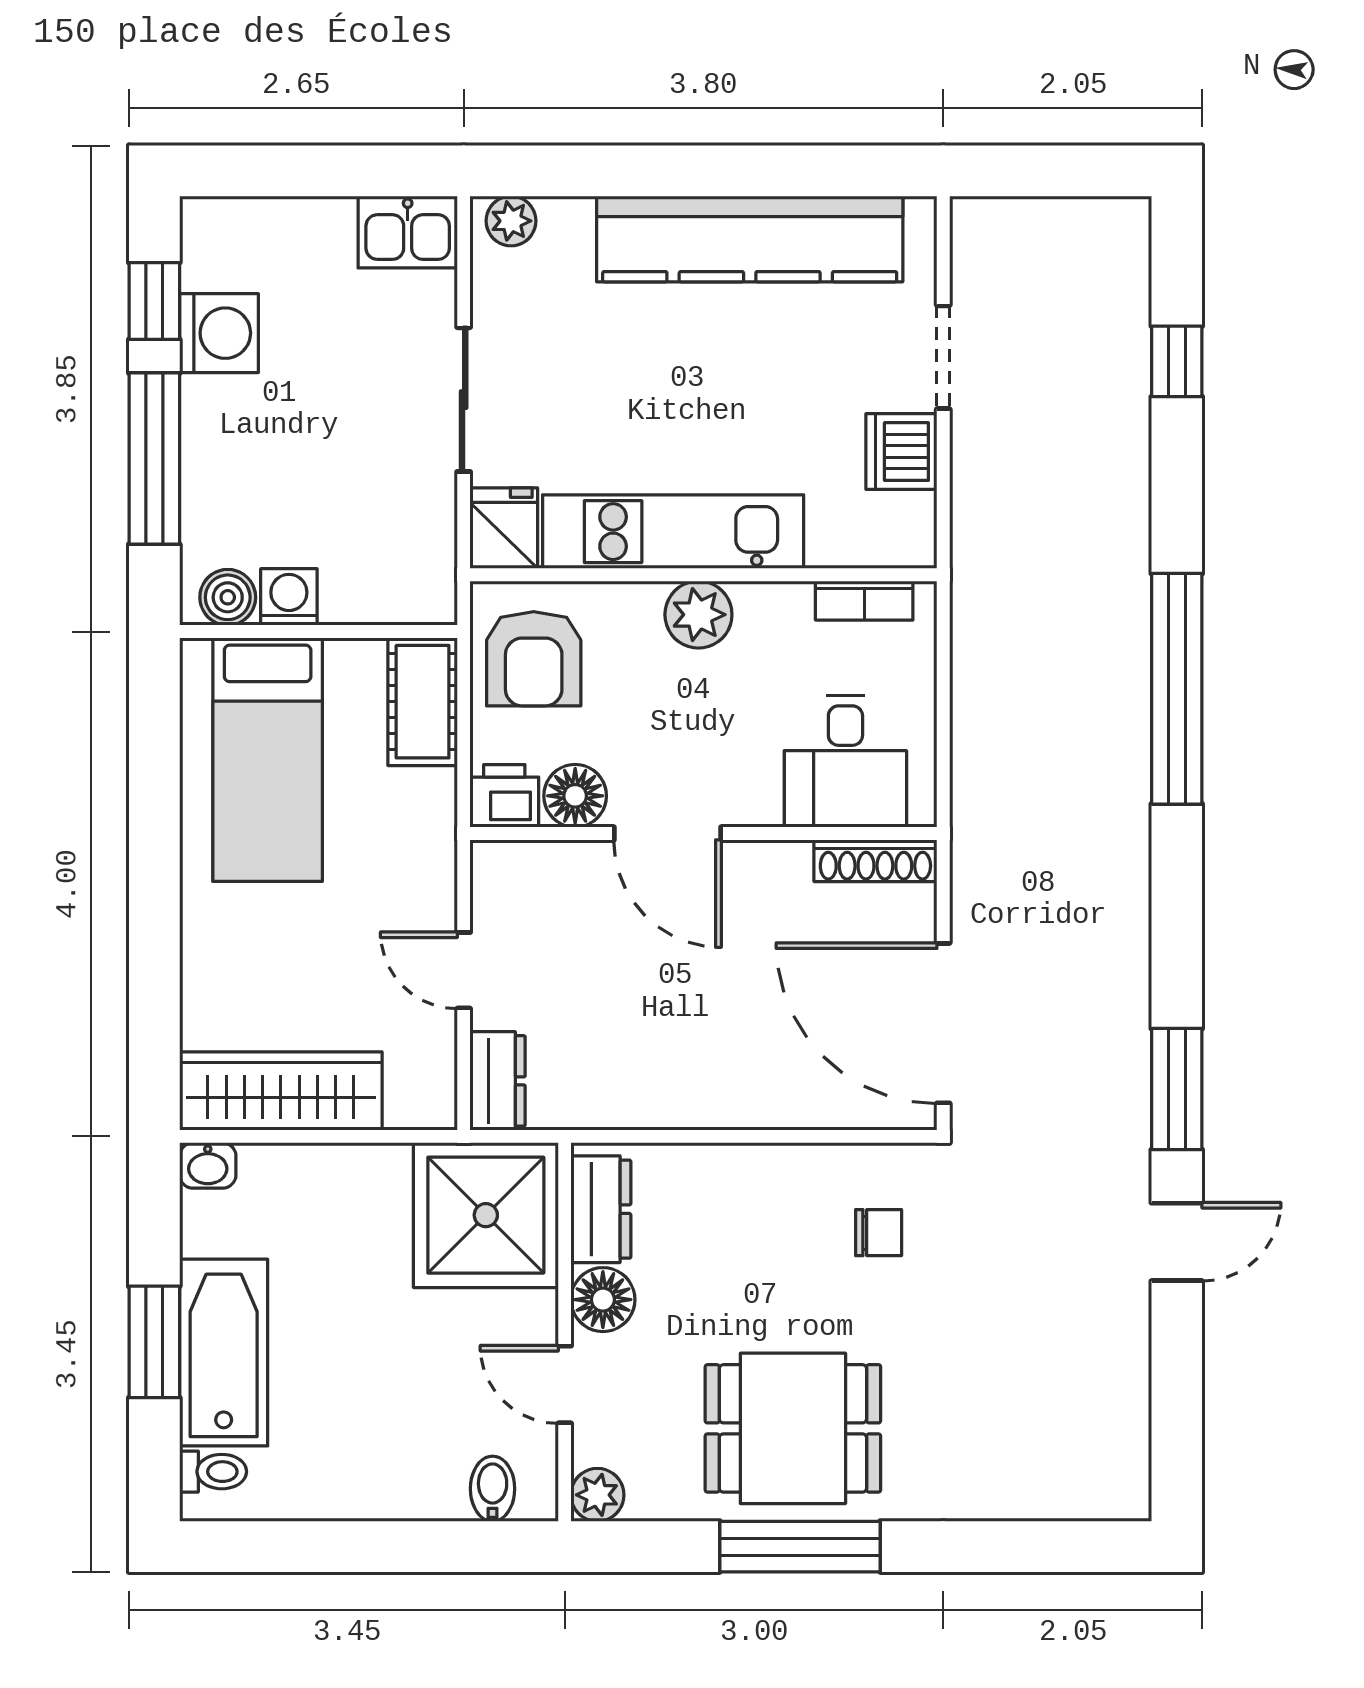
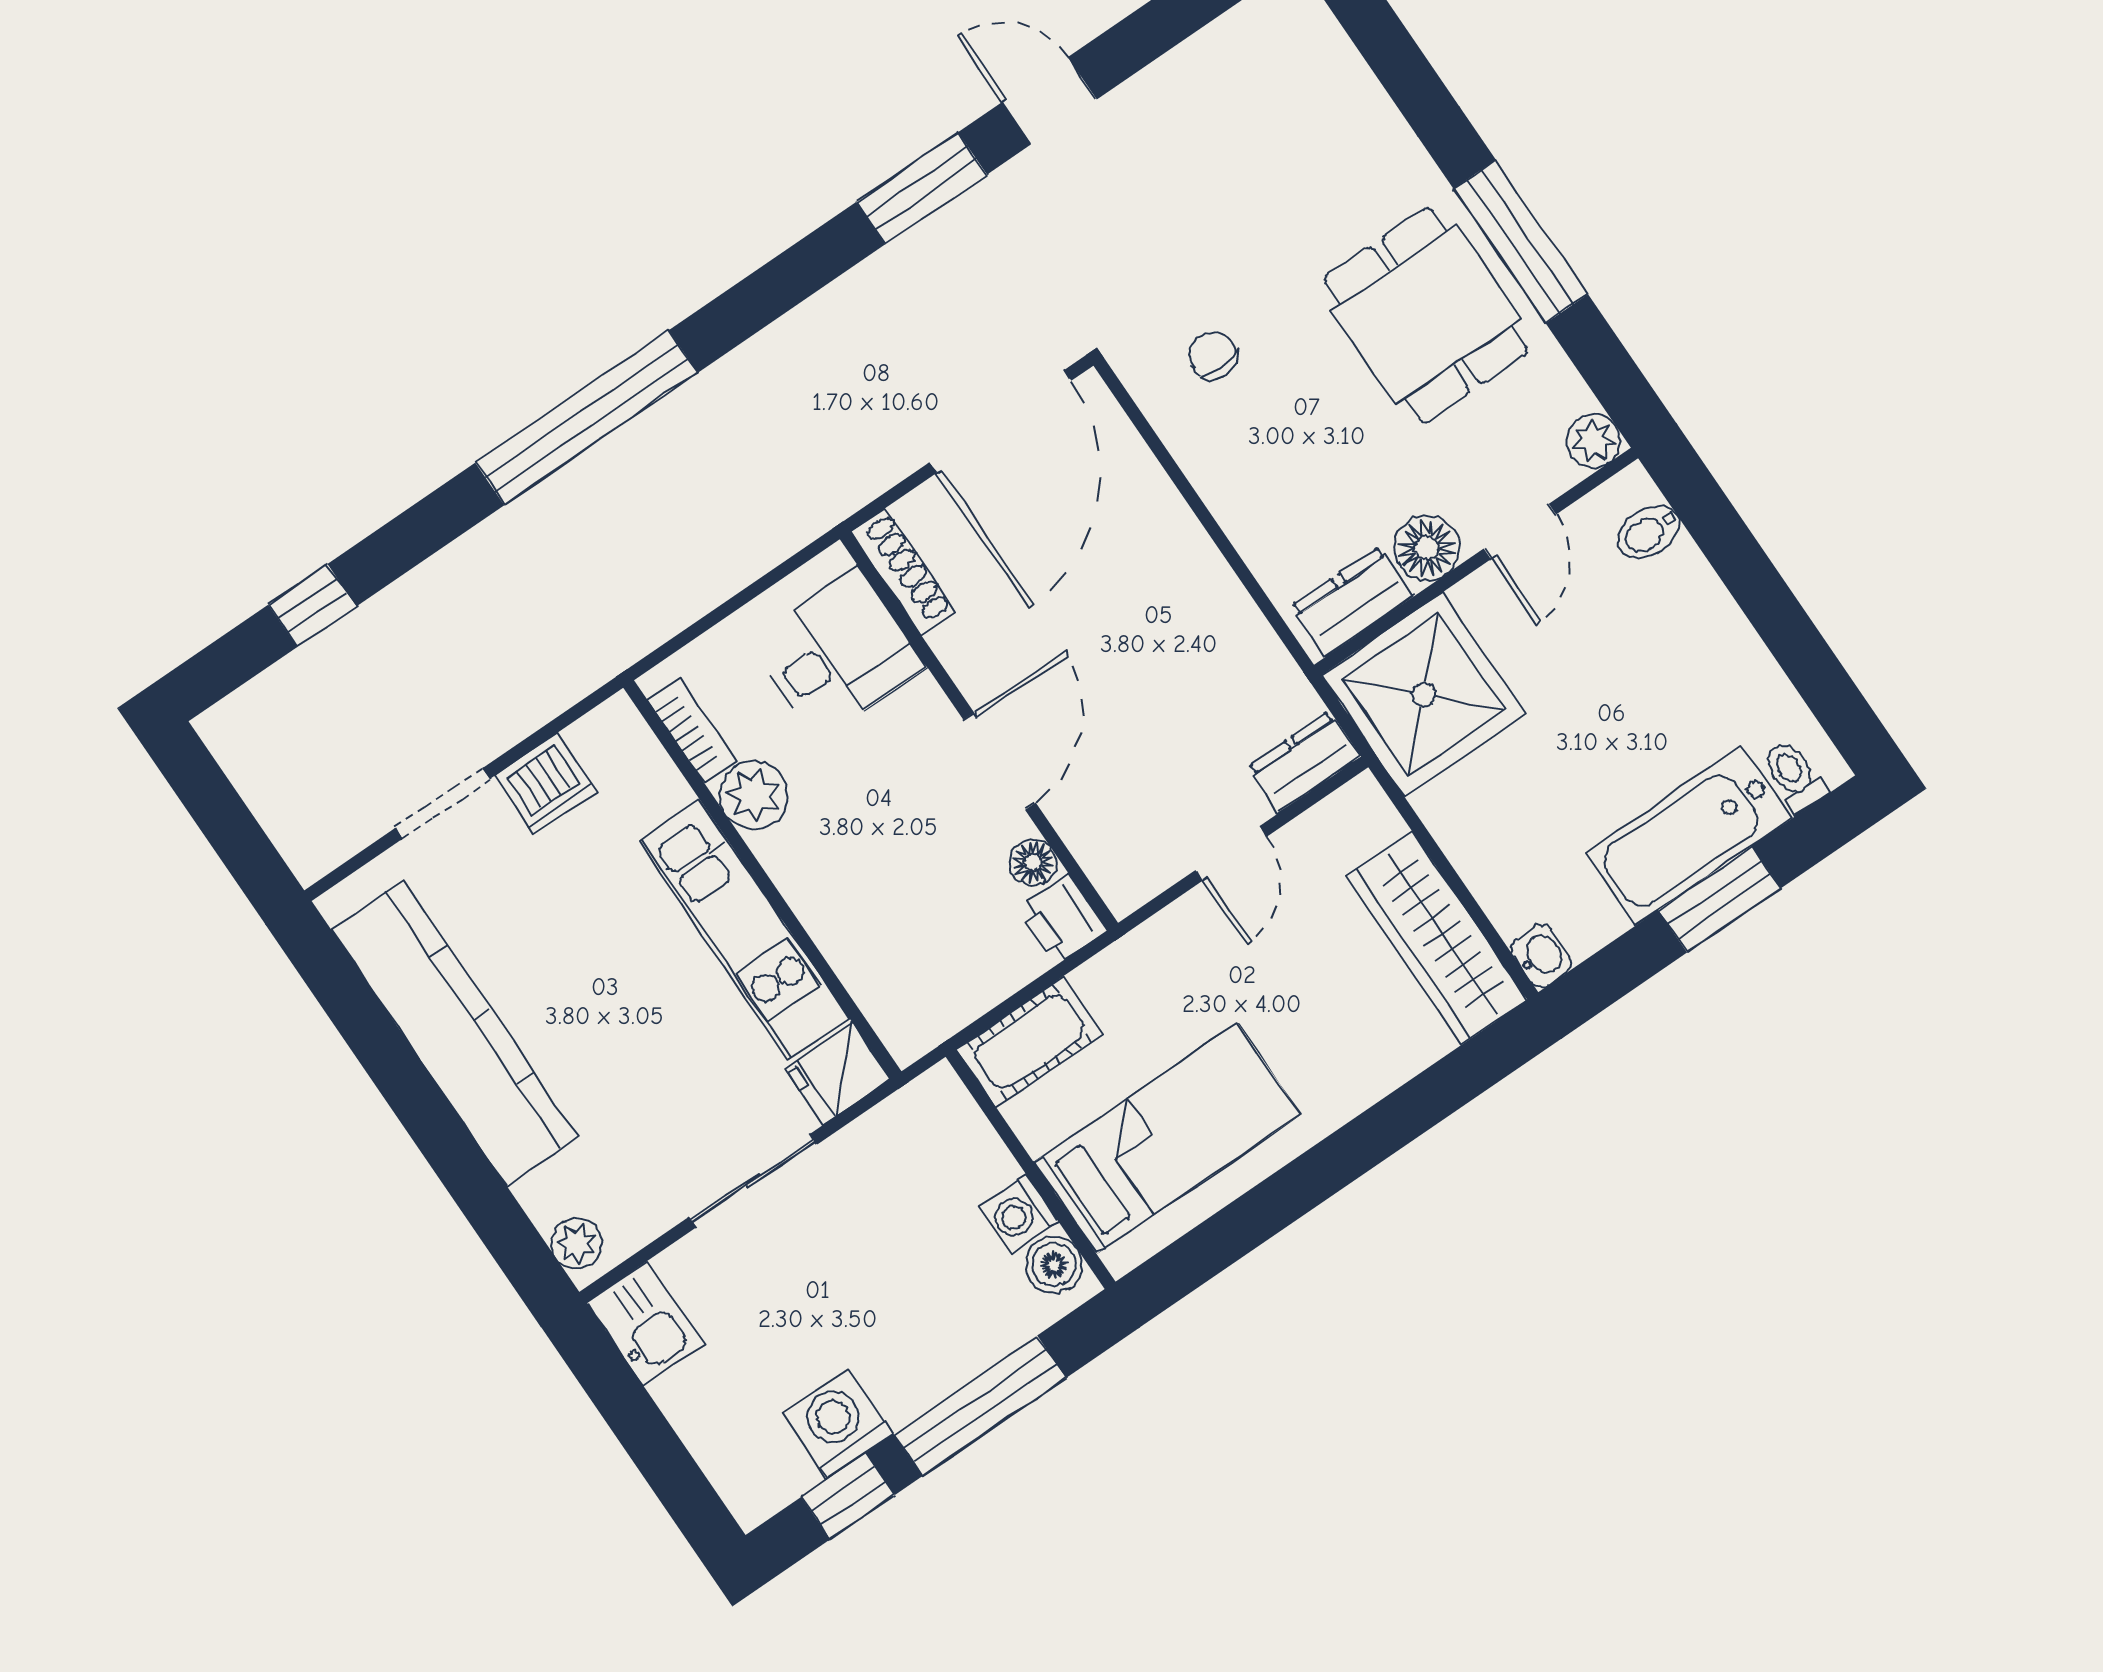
plant: (698, 615) -> (754, 795), moved
armchair: (534, 659) -> (930, 973), removed
floor lamp: (575, 796) -> (1033, 862), width x0.73, depth x0.73

